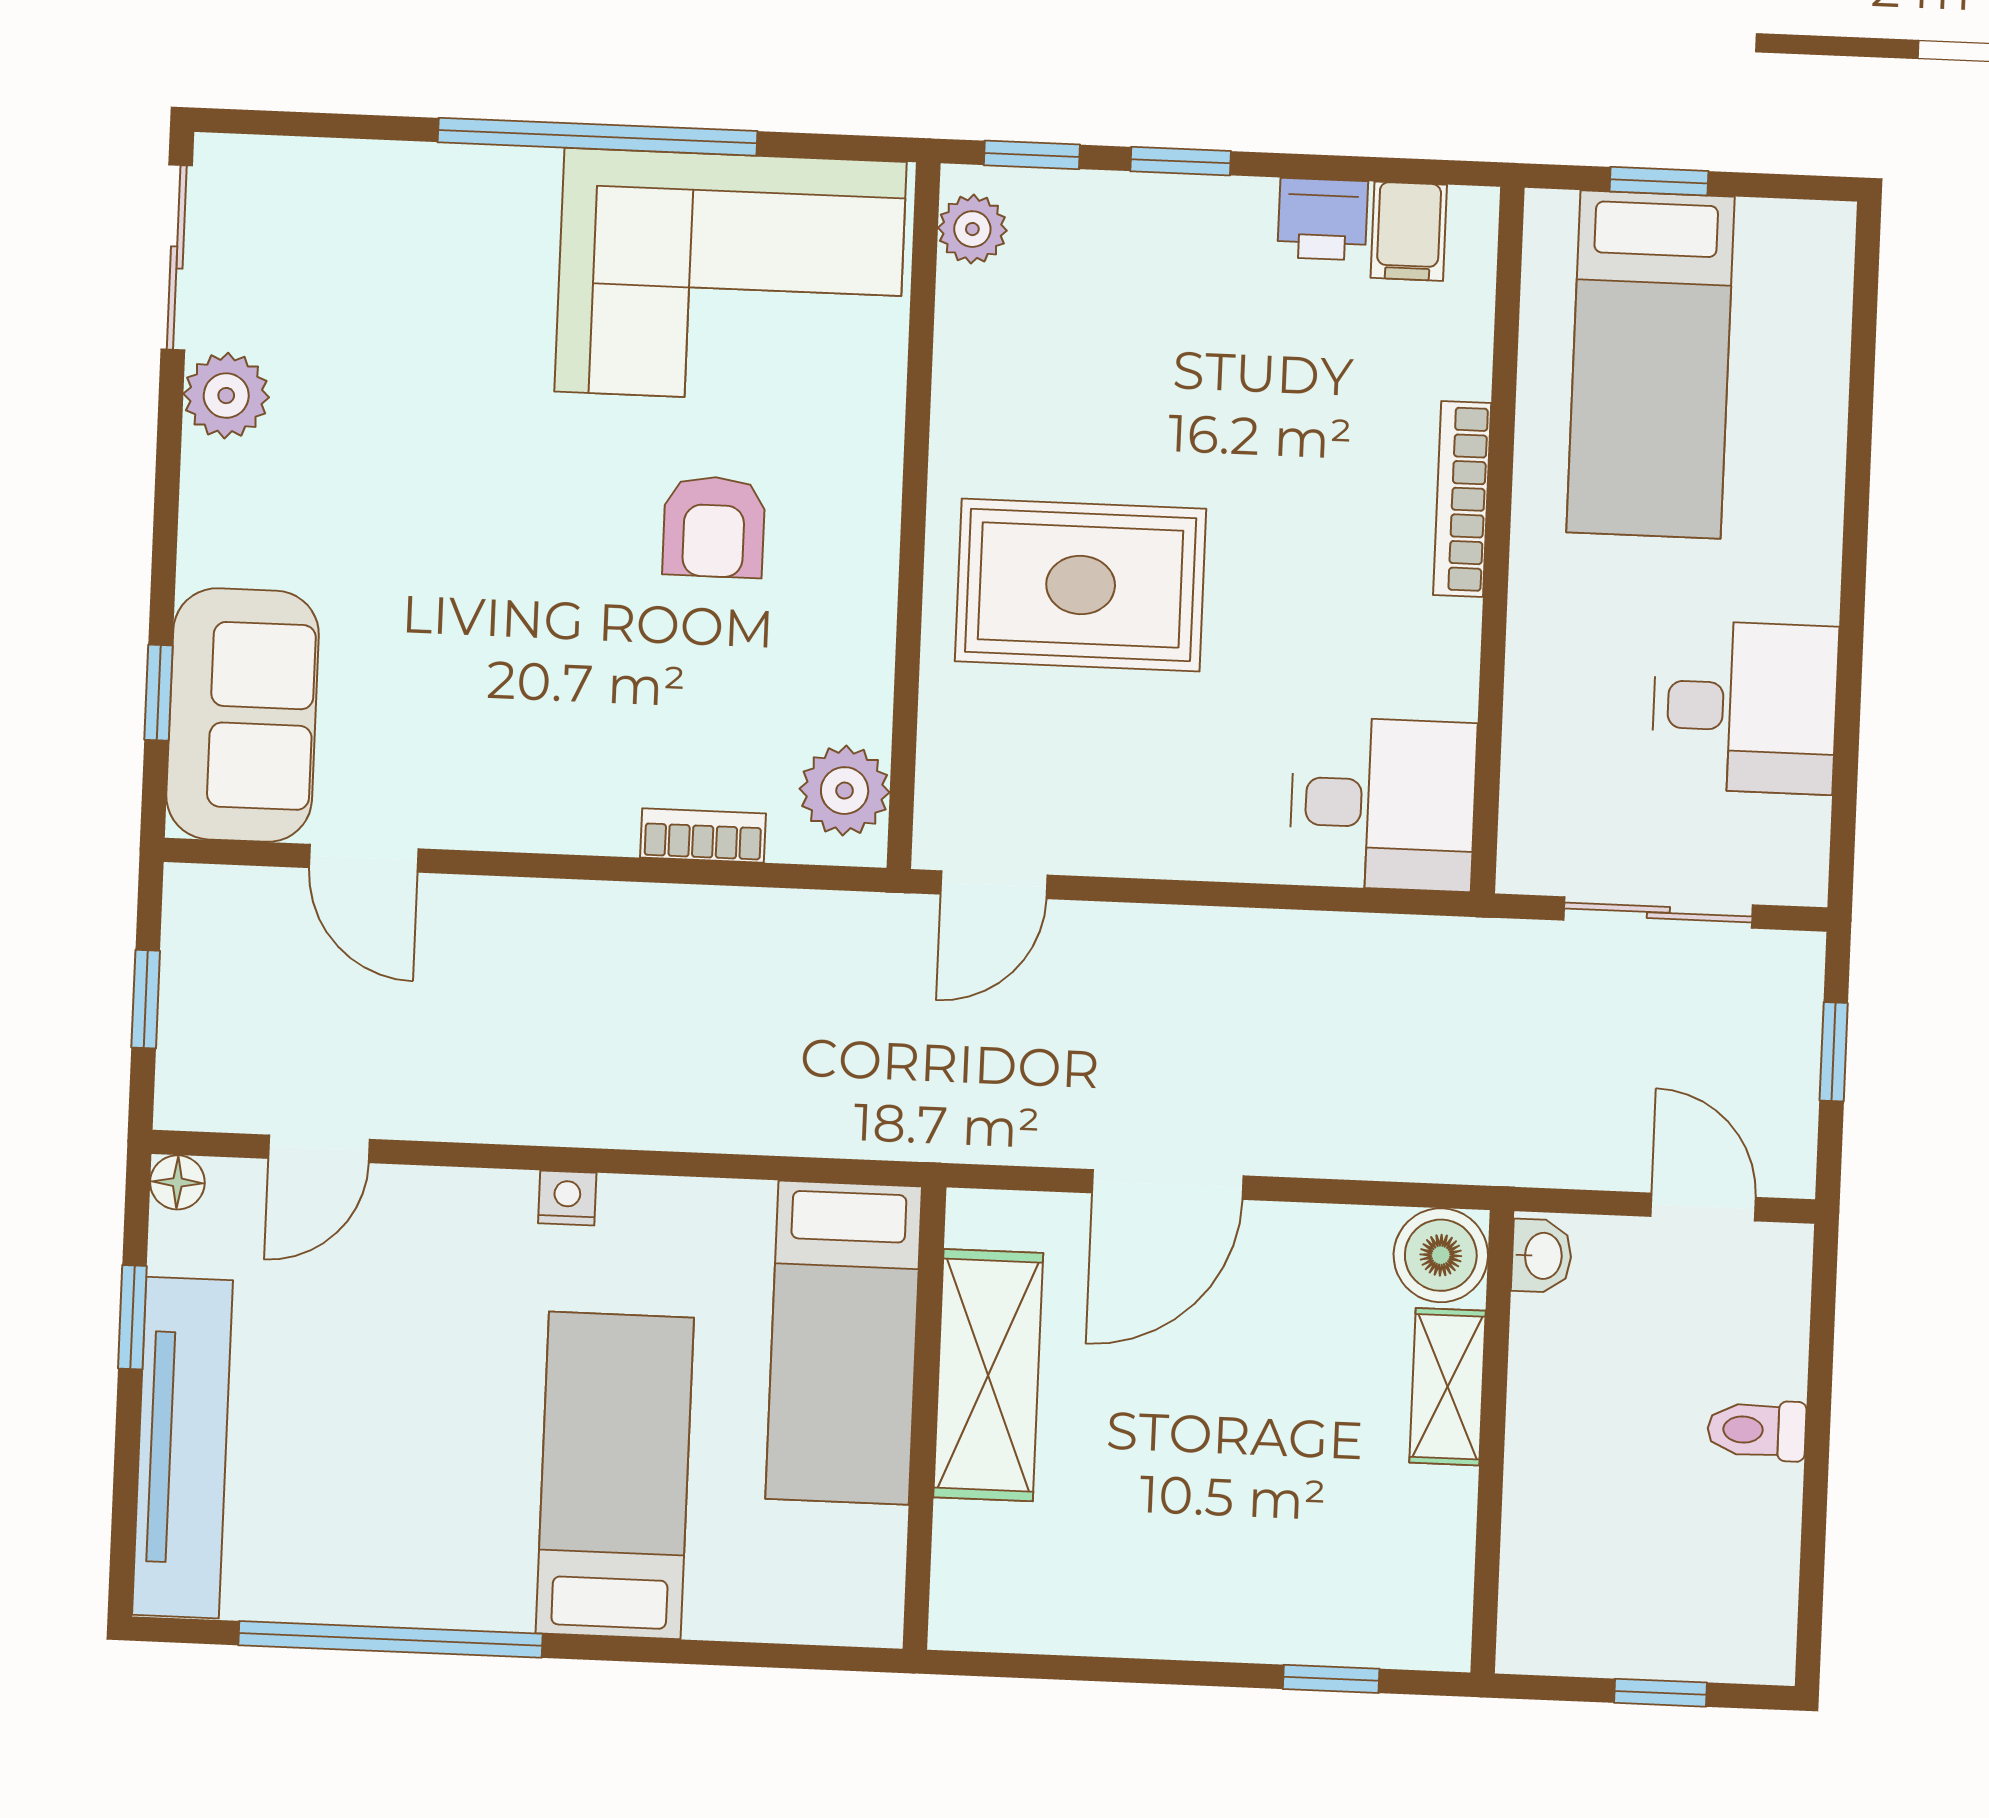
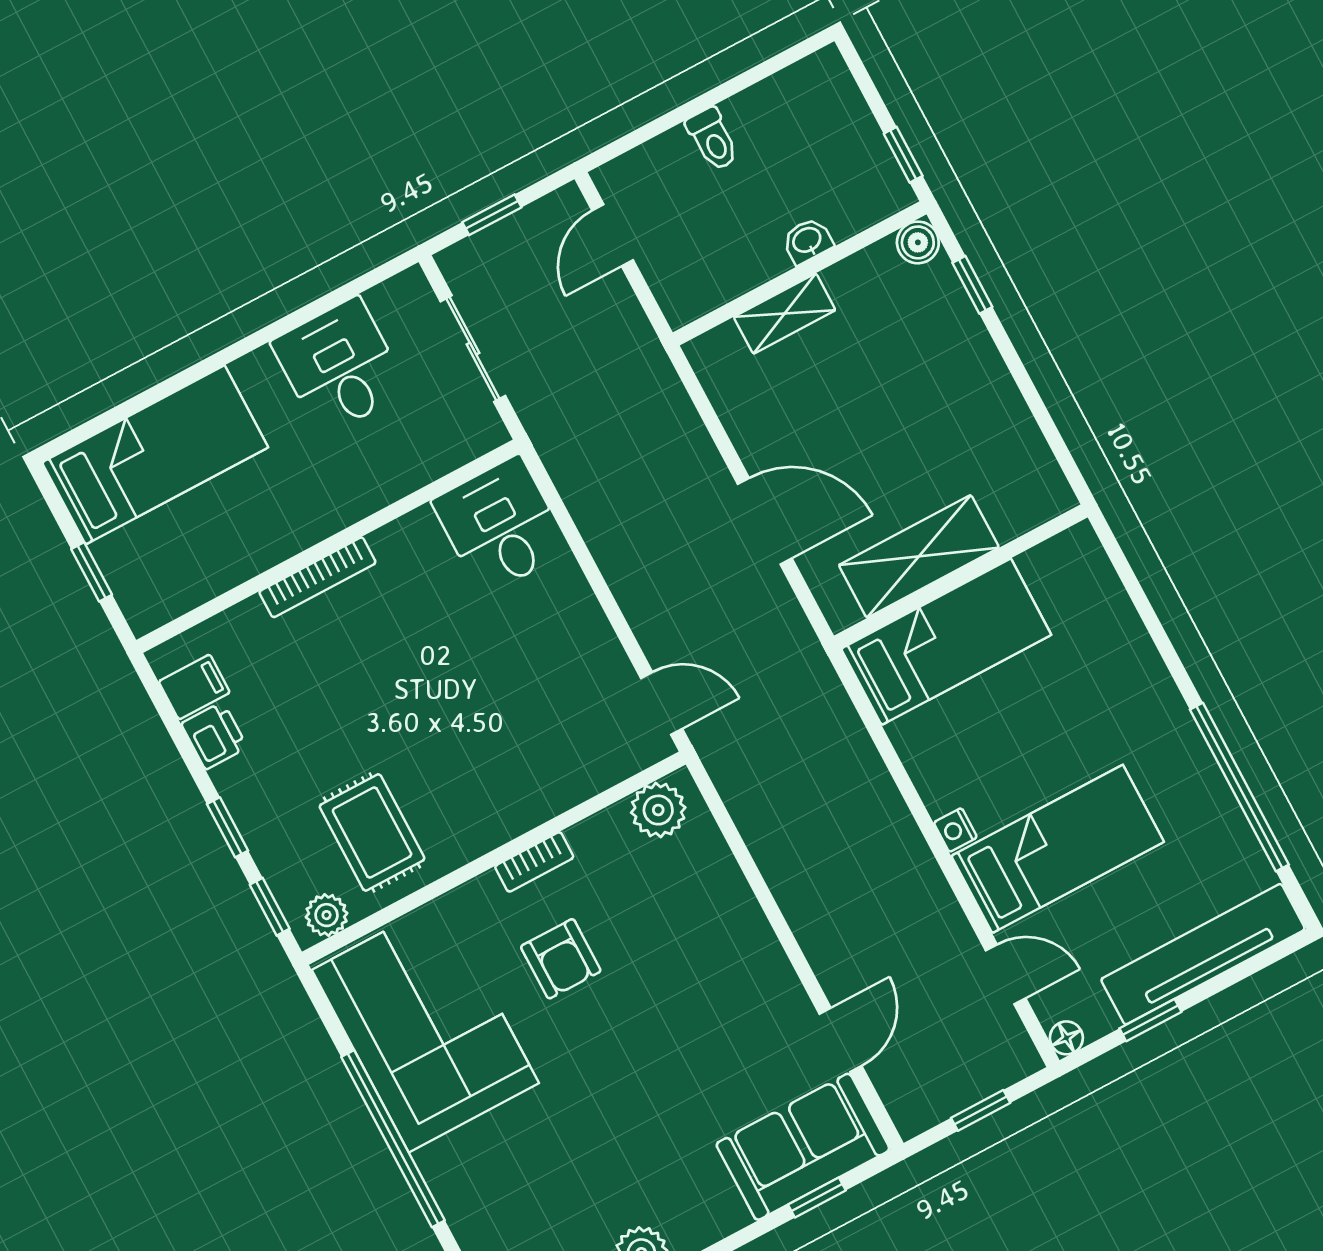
bed: (1651, 364) -> (155, 455), moved
armchair: (714, 527) -> (561, 959), turned 90
rug: (1081, 585) -> (372, 832), moved, width x0.73, depth x0.70
bookcase: (703, 836) -> (534, 862), moved, turned -90
boiler: (1441, 1255) -> (918, 242), moved, width x0.73, depth x0.73
washbasin: (1542, 1256) -> (807, 241), moved
bed: (615, 1475) -> (1058, 849), moved, turned 180
window: (1661, 1693) -> (903, 155), moved

